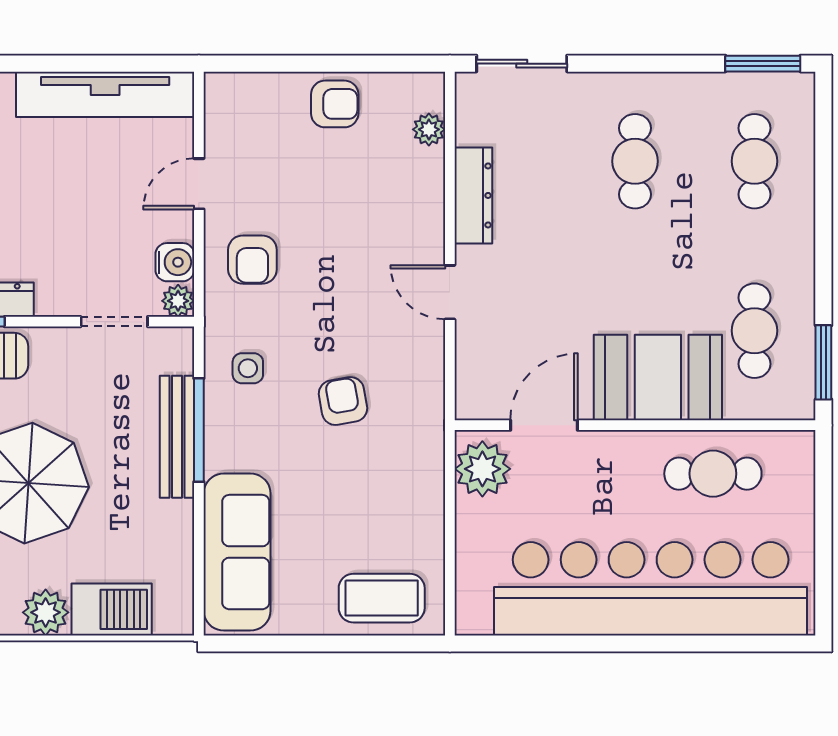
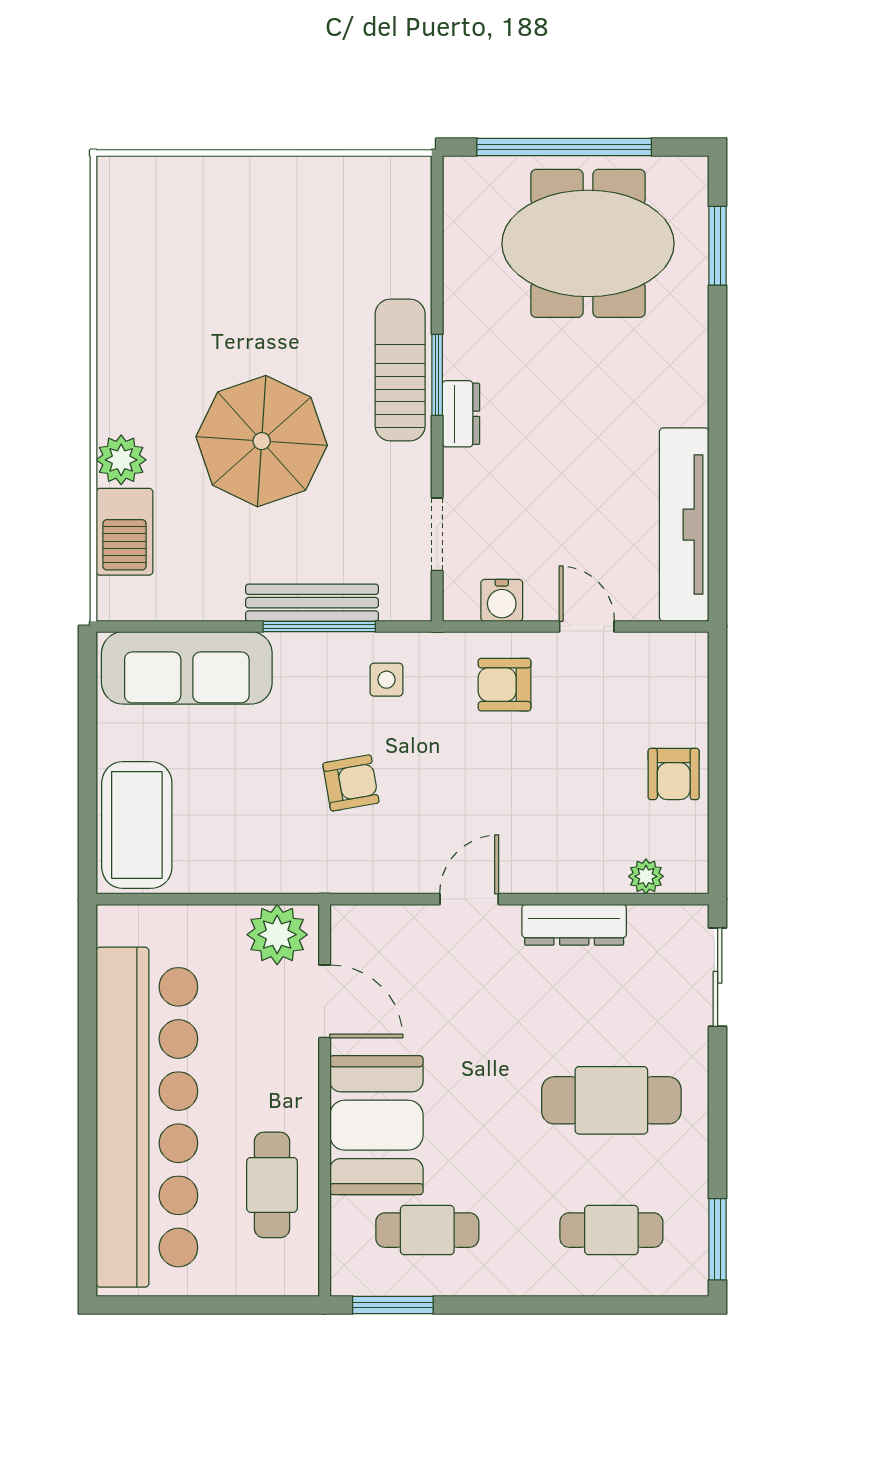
cafe table: (635, 161) -> (611, 1100), width x1.37, depth x1.35
plant: (178, 301) -> (460, 604), removed
coffee table: (382, 598) -> (137, 825), width x1.36, depth x1.32

